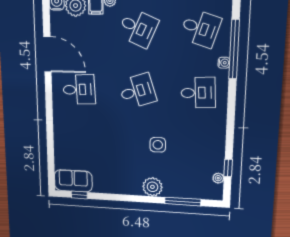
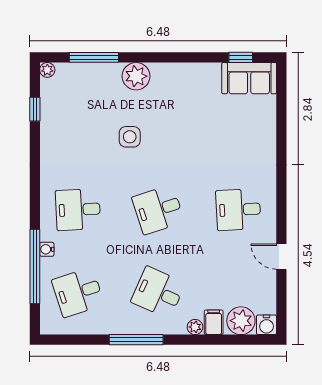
desk: (200, 28) -> (78, 292), turned -36
door: (47, 54) -> (281, 257), width x0.53
plant: (218, 178) -> (47, 70), moved

